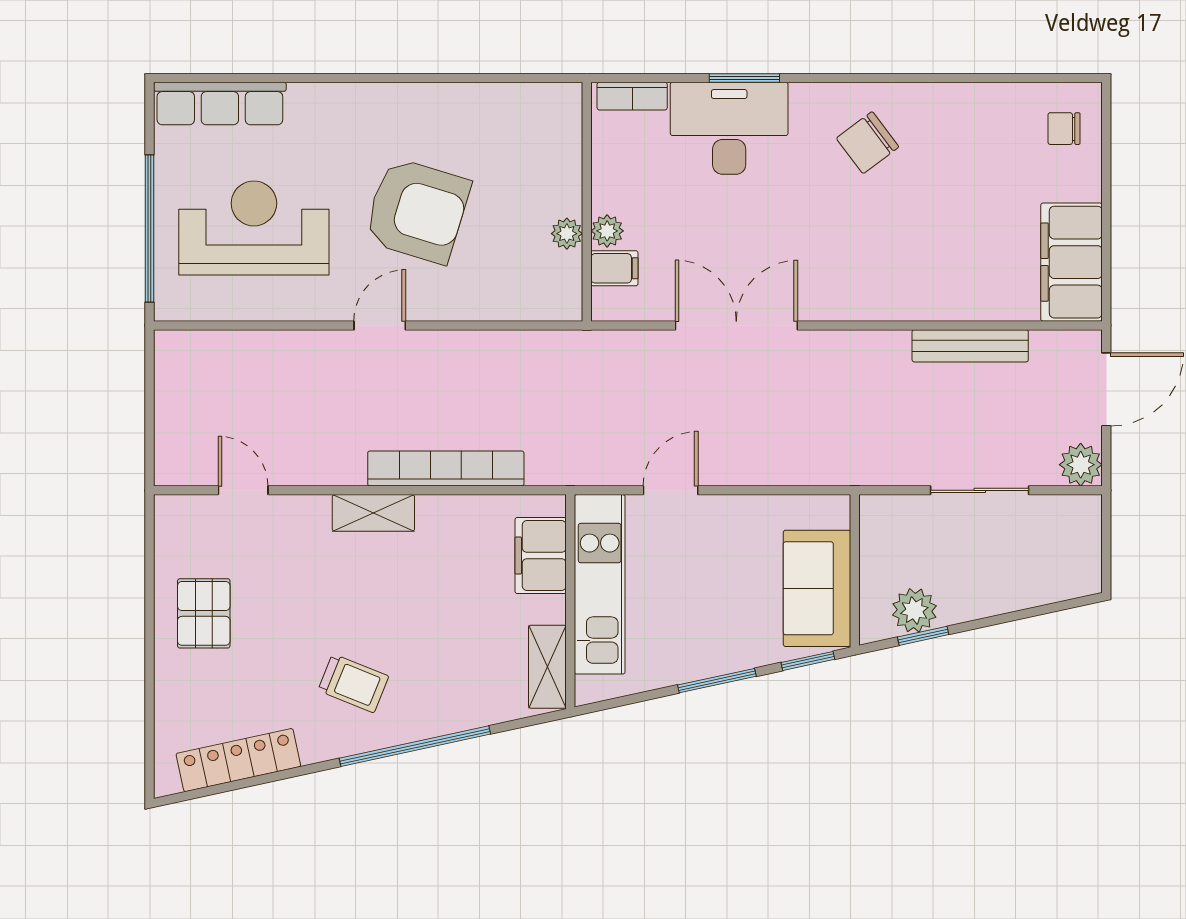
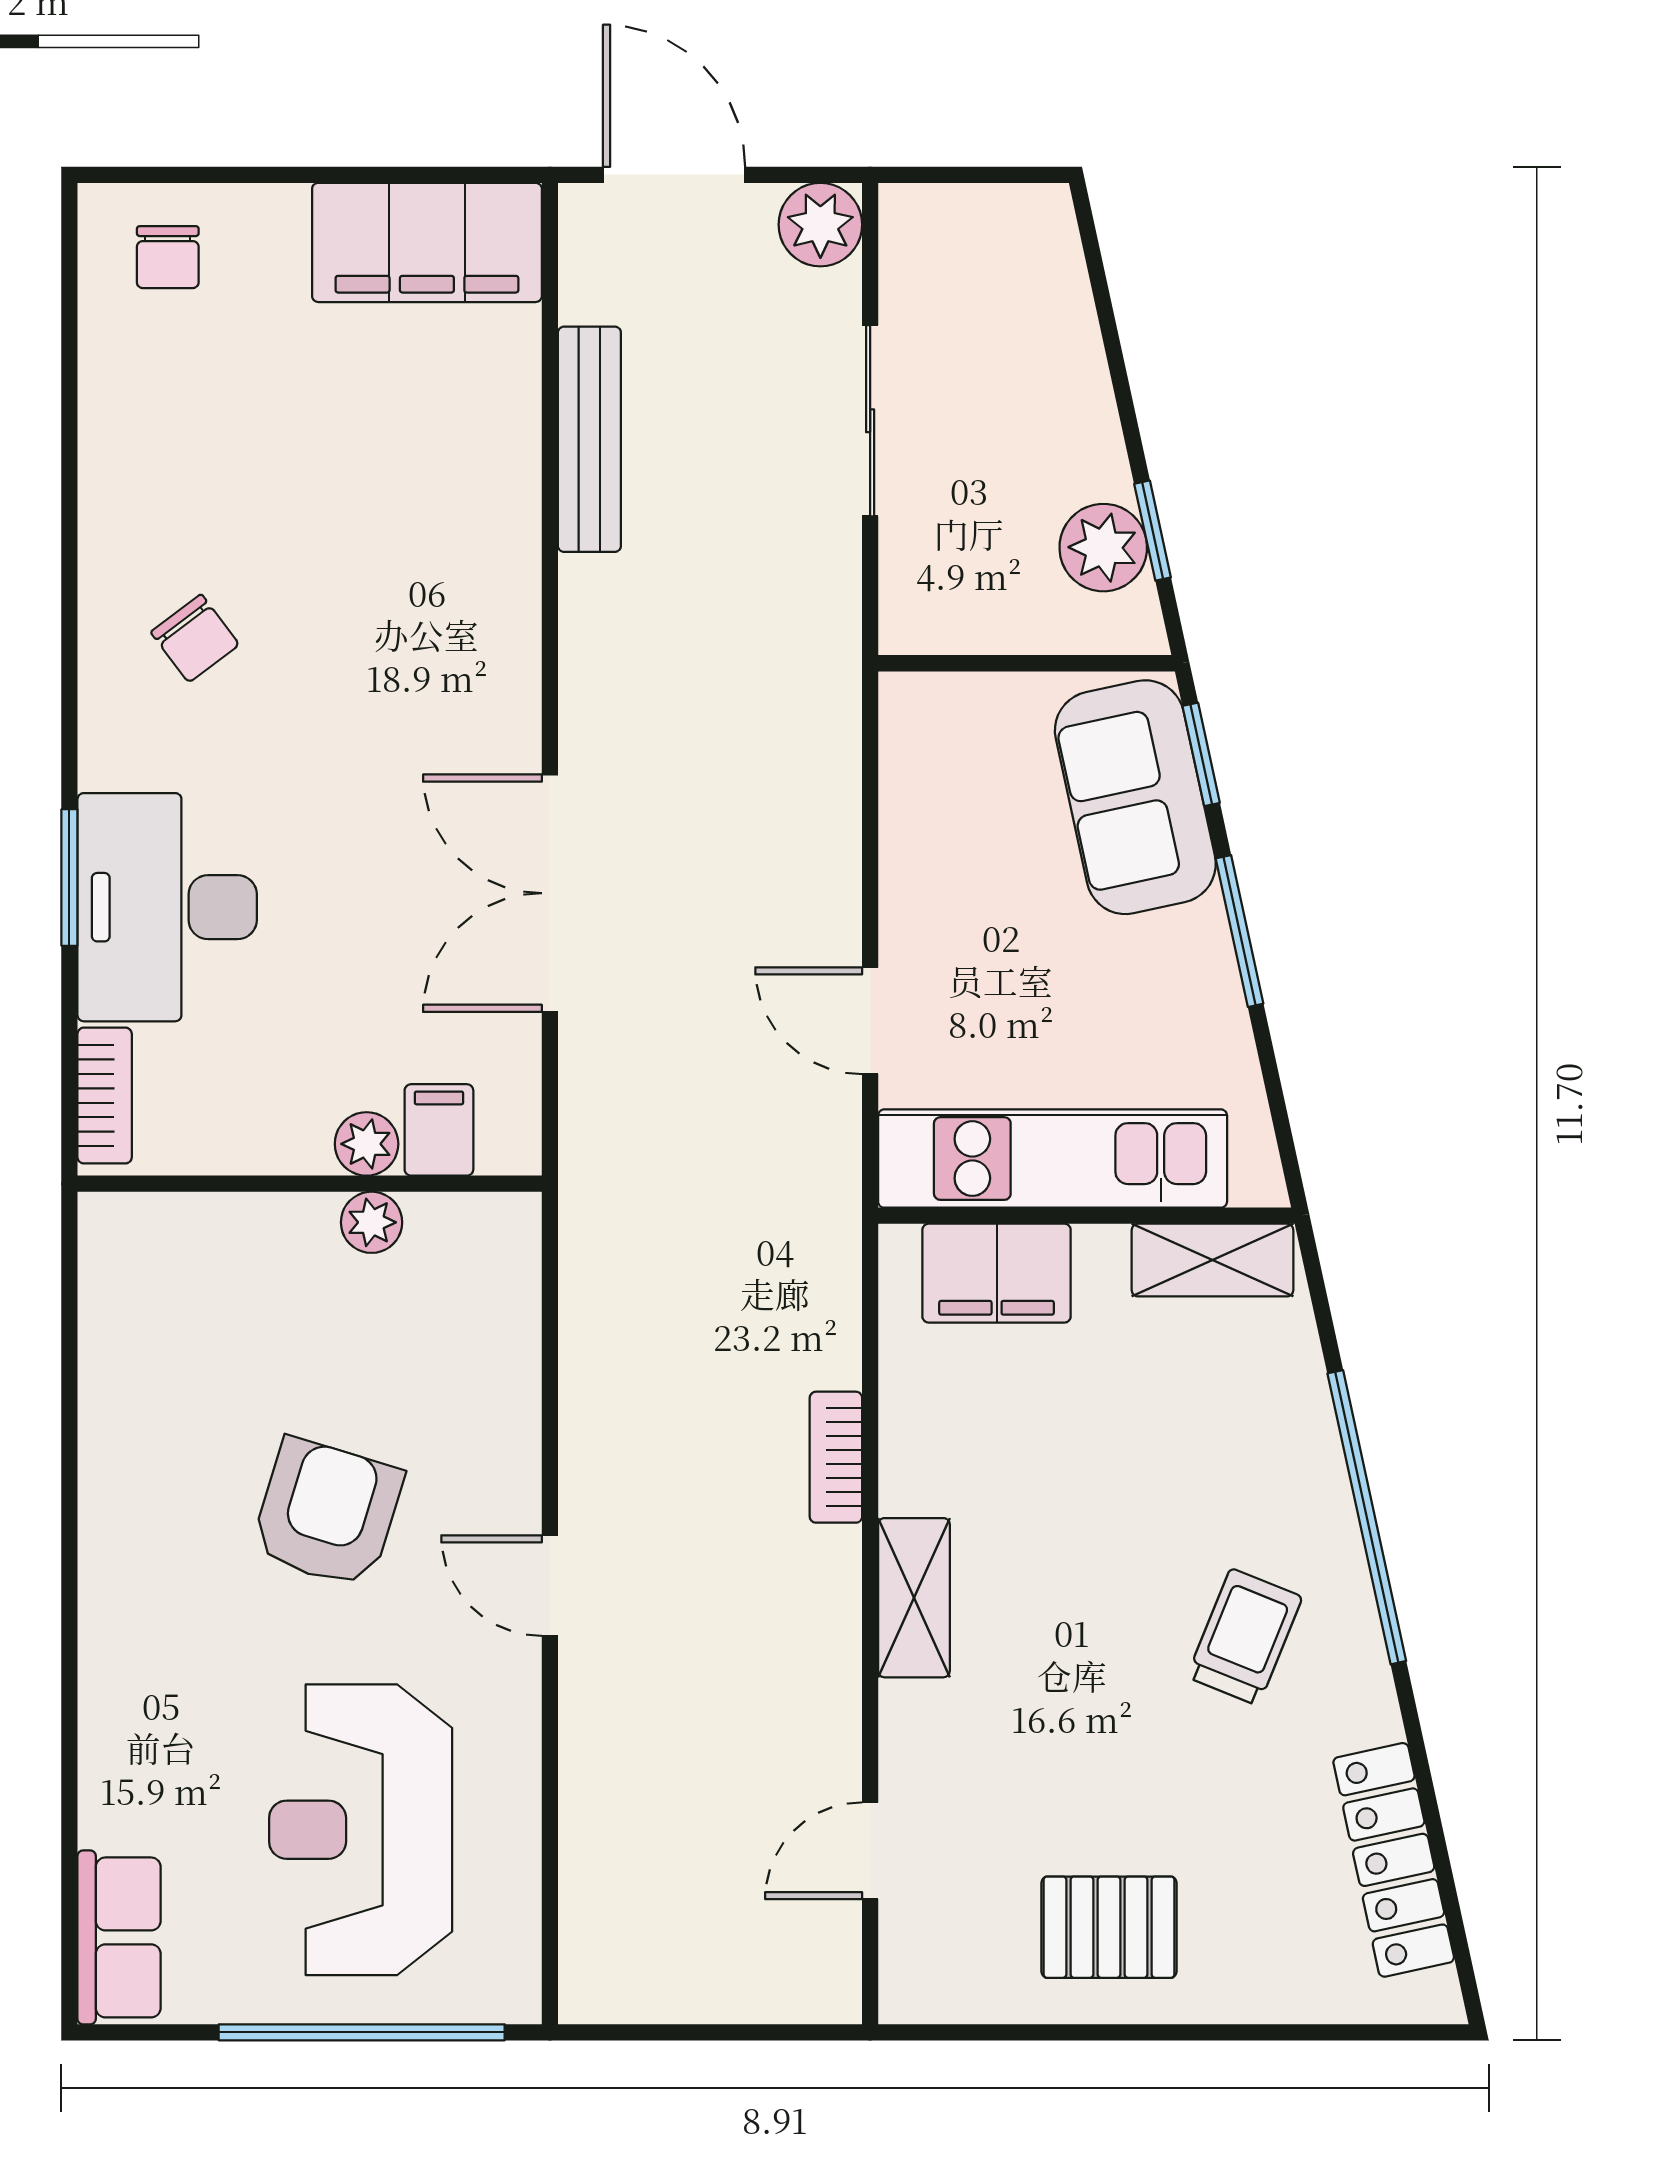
row of seats: (220, 103) -> (119, 1937), width x0.68
chair: (868, 143) -> (195, 638), width x0.73, depth x0.73
armchair: (417, 211) -> (327, 1513), width x0.73, depth x0.73
bookcase: (446, 469) -> (836, 1457), width x0.43, depth x0.76
sofa: (817, 588) -> (1135, 797), moved, turned 78

